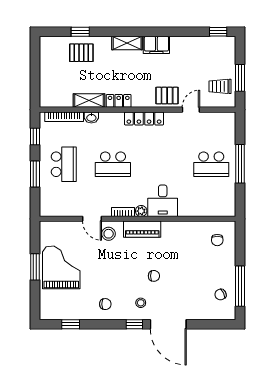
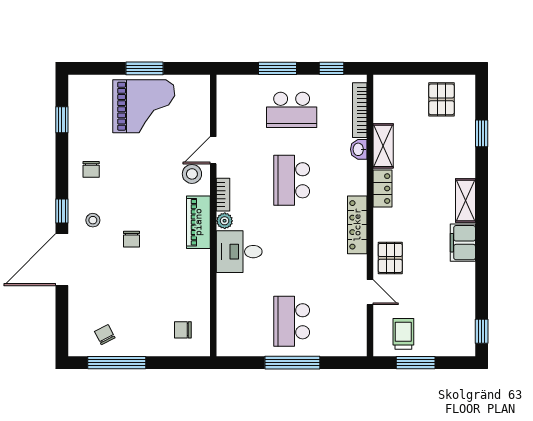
pallet: (81, 53) -> (441, 99), moved

